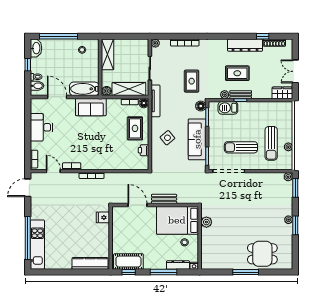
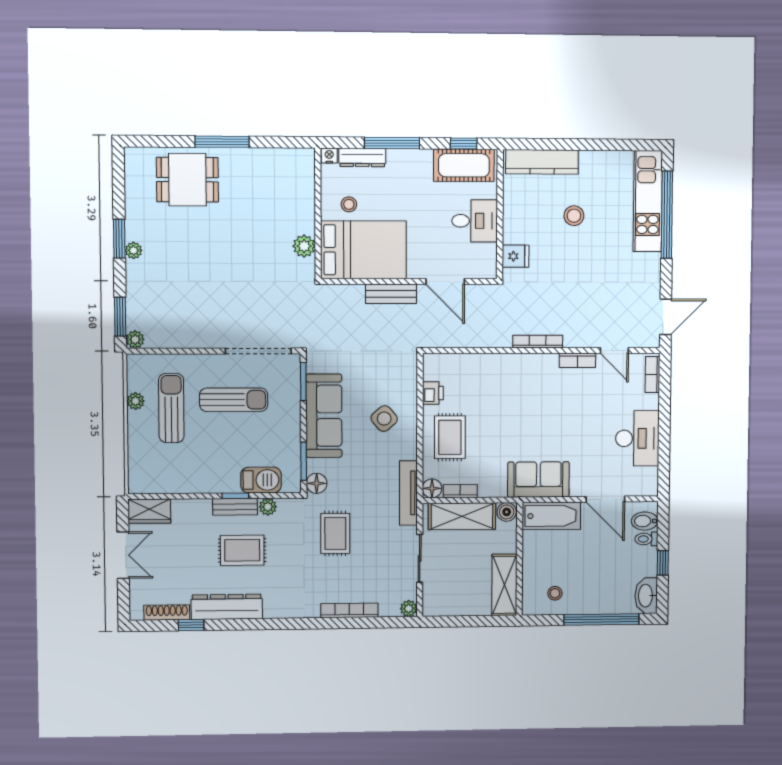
desk: (123, 235) -> (475, 221), added
stool: (74, 237) -> (574, 216), added

